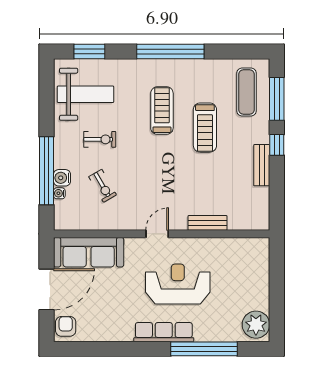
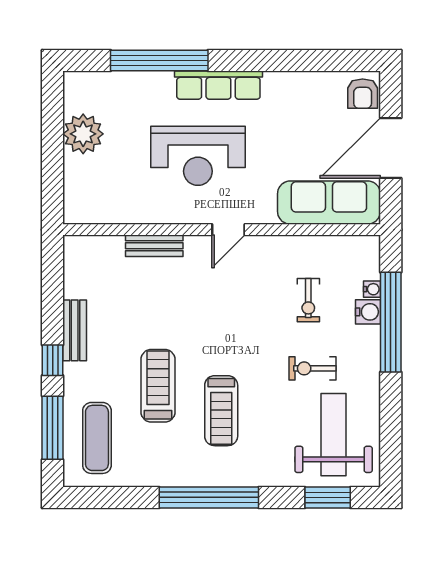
weight bench: (85, 94) -> (334, 435), turned 90
exercise bike: (103, 186) -> (308, 300), turned -150
plant: (256, 325) -> (83, 134), moved

